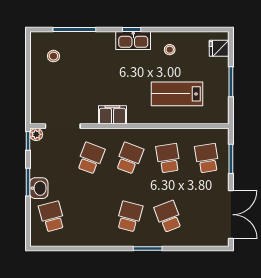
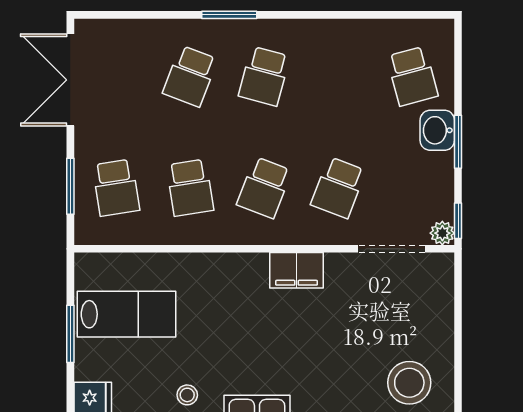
stool: (53, 56) -> (409, 383), width x1.89, depth x1.89
lab bench: (177, 94) -> (127, 314), moved
school desk: (168, 217) -> (190, 76), turned 42

